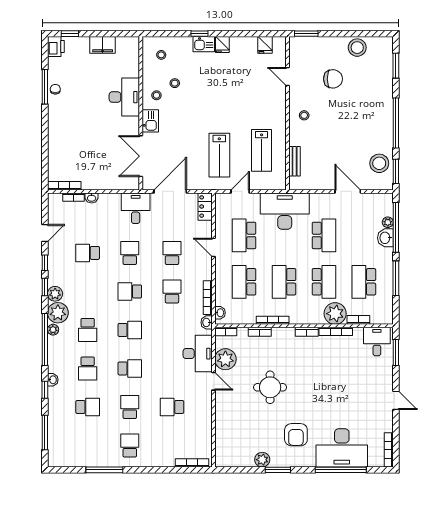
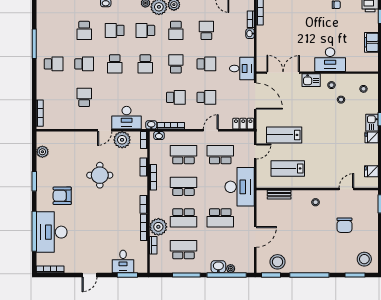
stool: (357, 48) -> (364, 259), moved
door: (240, 191) -> (255, 151), hinge flipped
school desk: (88, 291) -> (176, 30), added
desk: (377, 342) -> (123, 261), moved, turned 90
plant: (262, 460) -> (42, 152), moved

